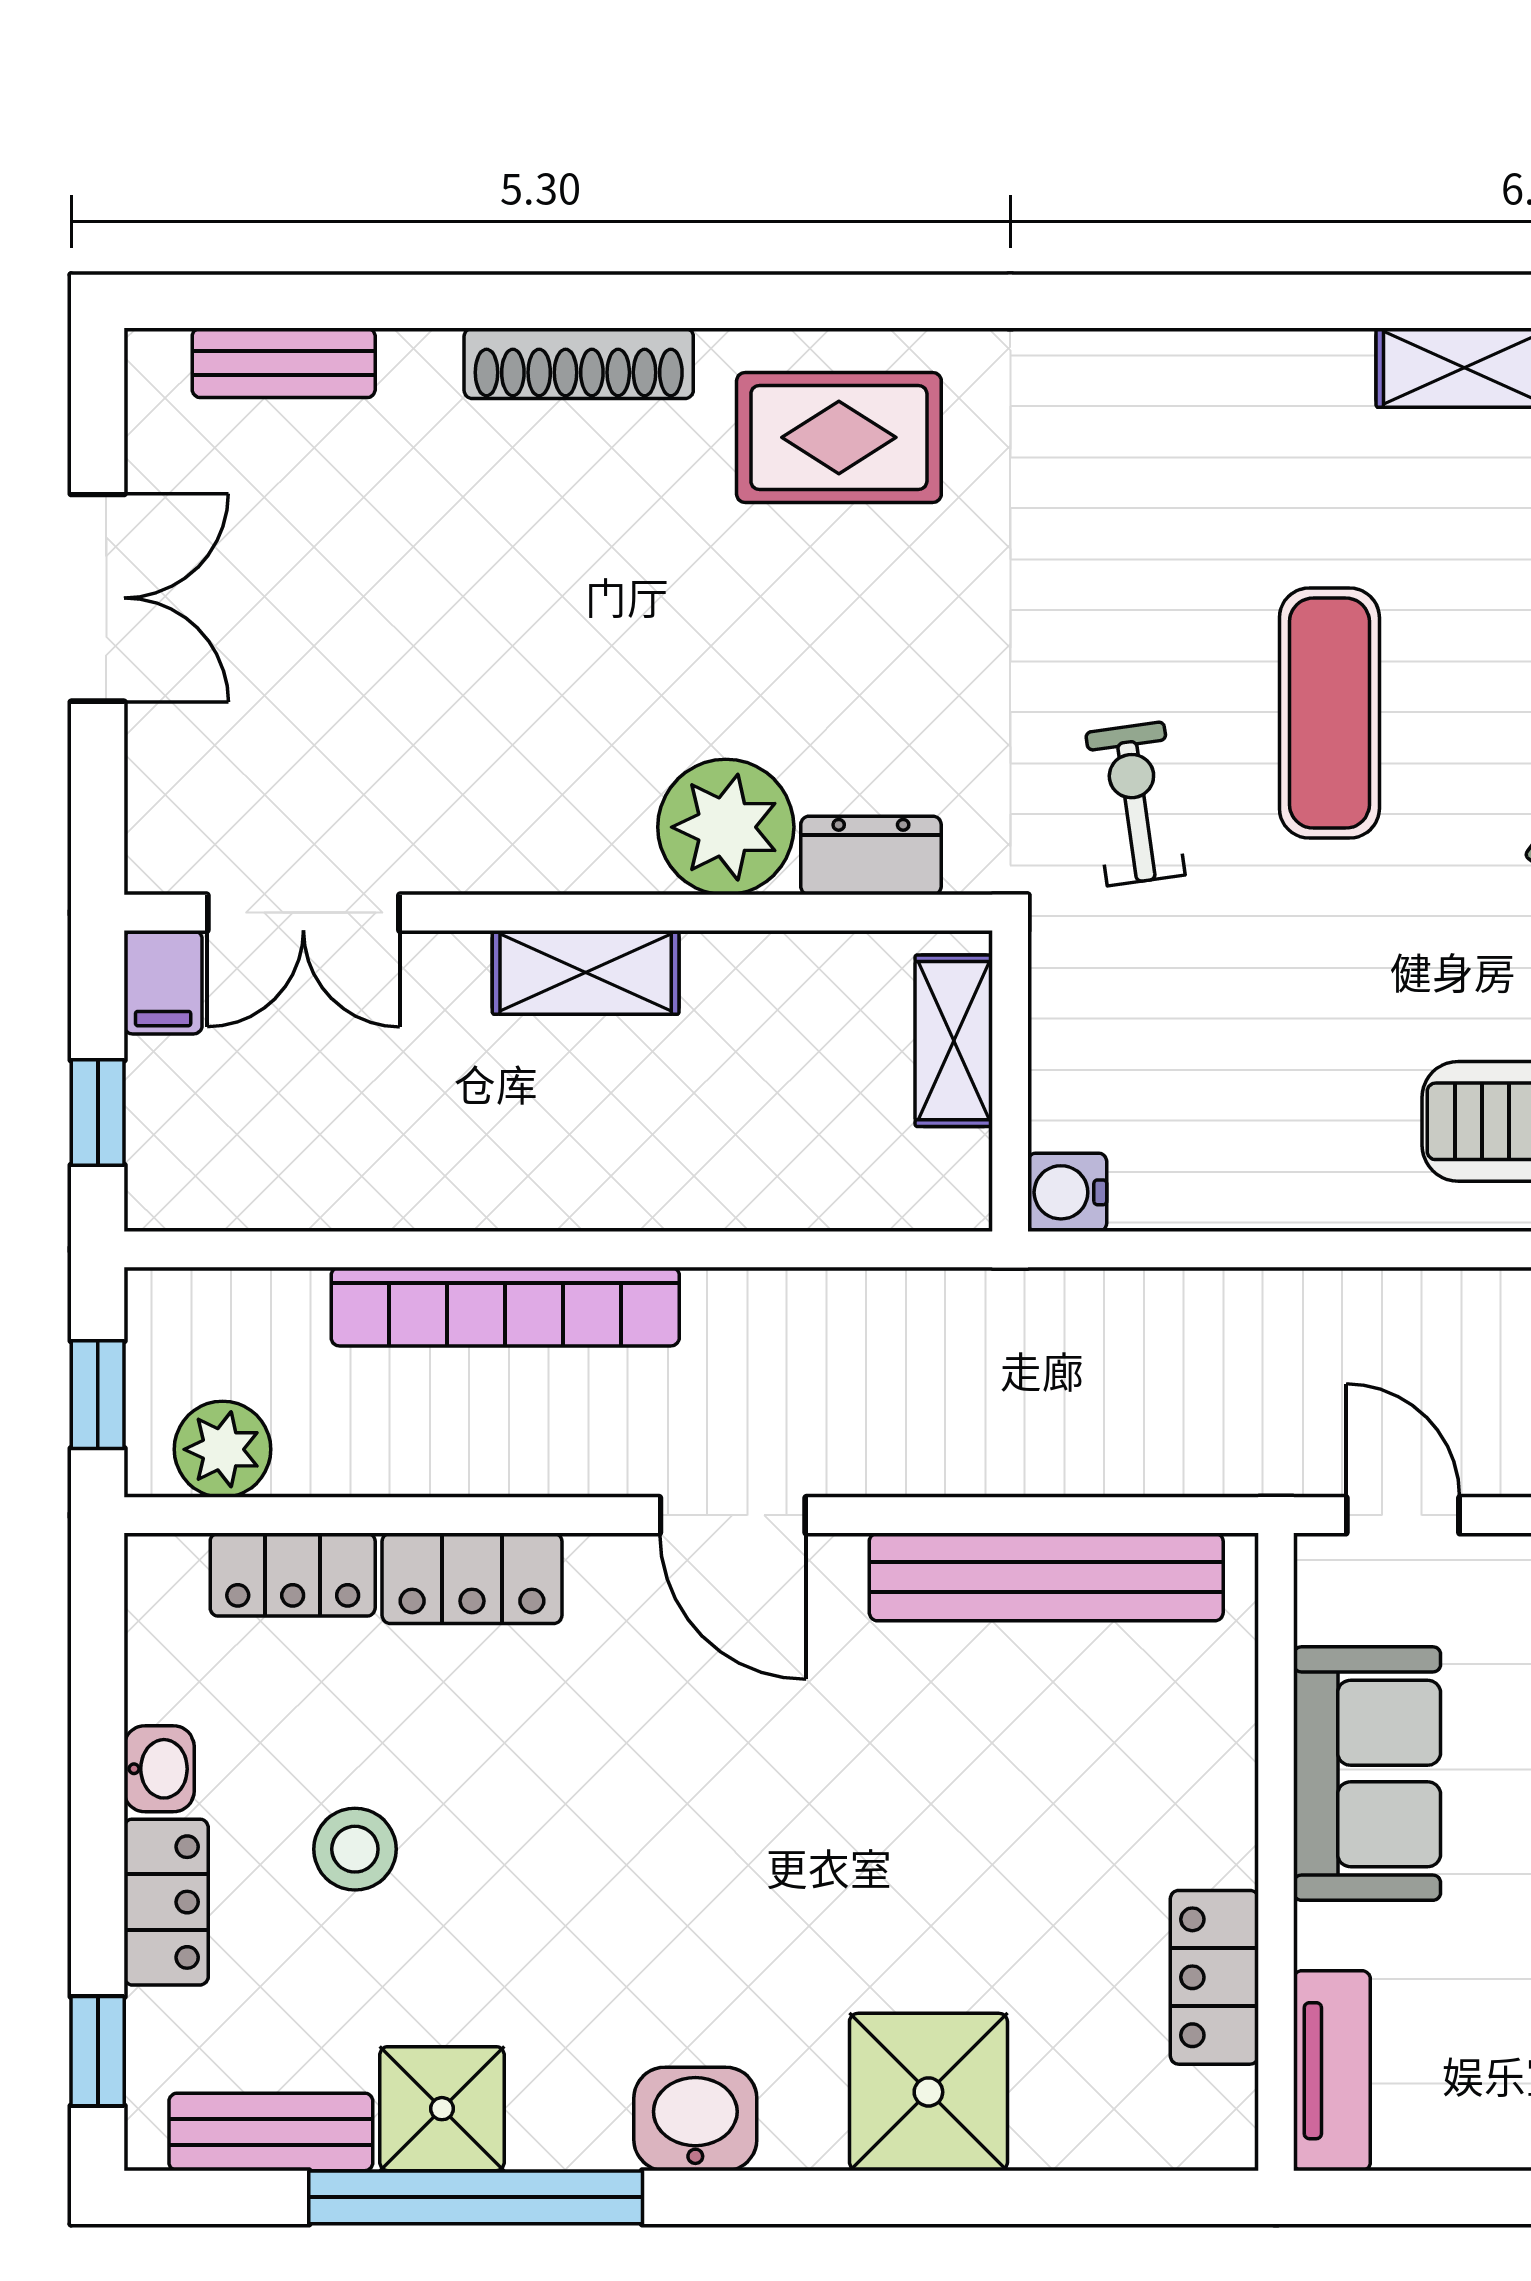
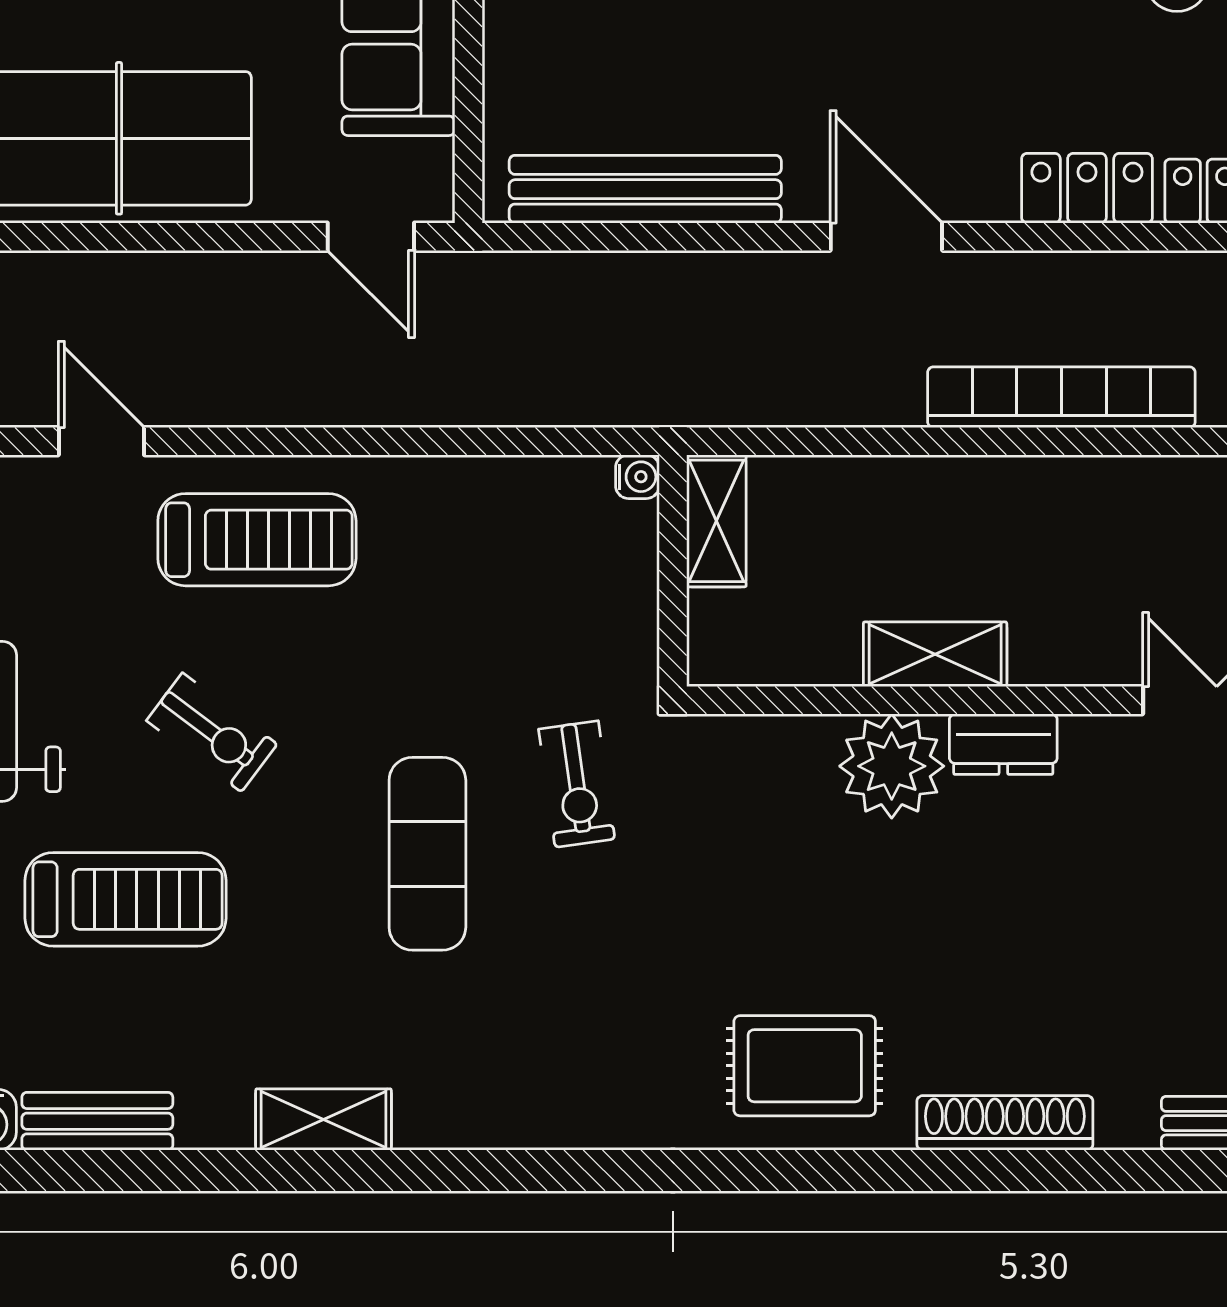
dresser: (871, 856) -> (1003, 744), moved
shelving: (586, 972) -> (935, 654), moved
shelving: (954, 1041) -> (716, 521), moved
water cooler: (1067, 1192) -> (637, 477), width x0.72, depth x0.72

